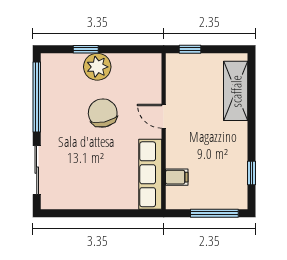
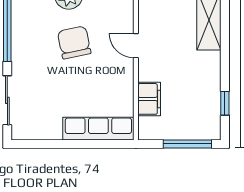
row of seats: (150, 174) -> (98, 129), moved, turned 90
filing cabinet: (177, 177) -> (149, 99), width x2.00

